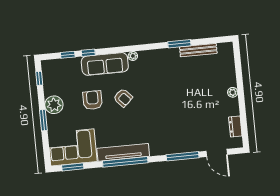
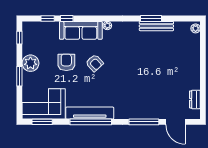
bench: (198, 50) -> (156, 26), moved
plant: (233, 92) -> (196, 28), moved

